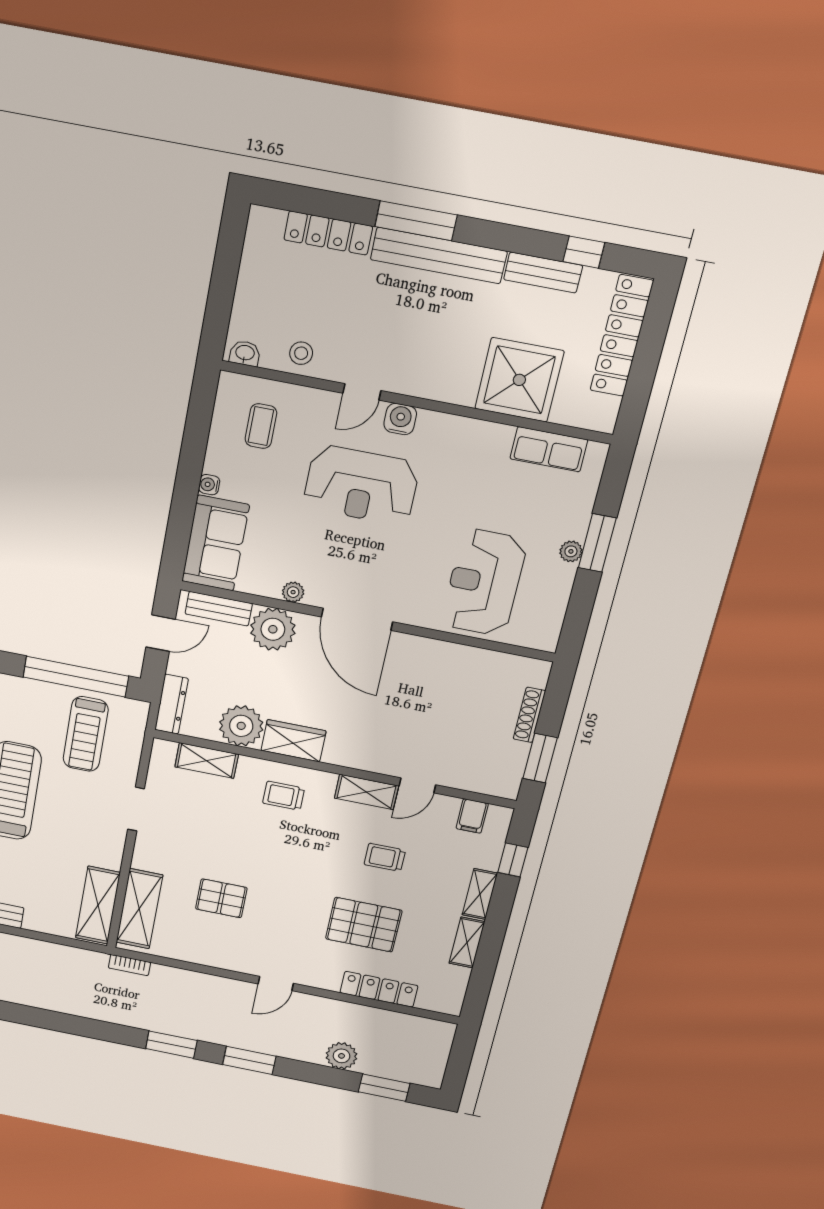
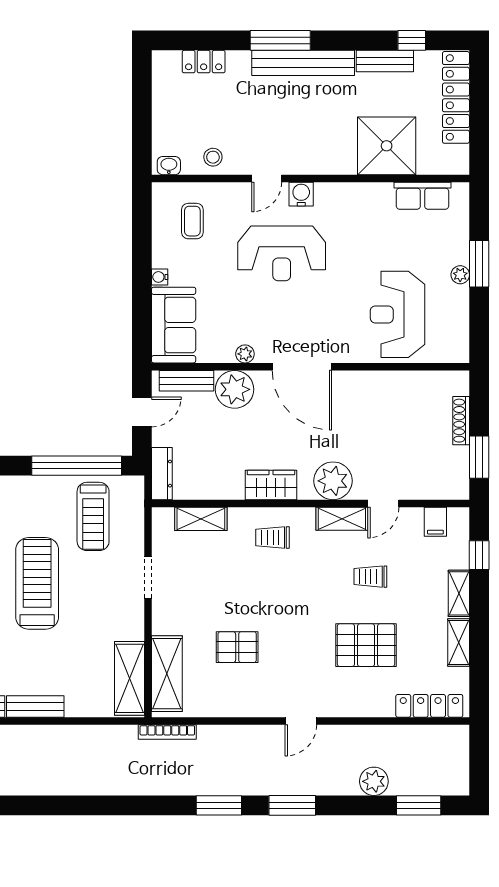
locker: (328, 233) -> (204, 62), width x0.66
plant: (241, 726) -> (333, 481), moved
bookcase: (129, 965) -> (167, 732), width x1.56
locker: (379, 989) -> (429, 706), moved

